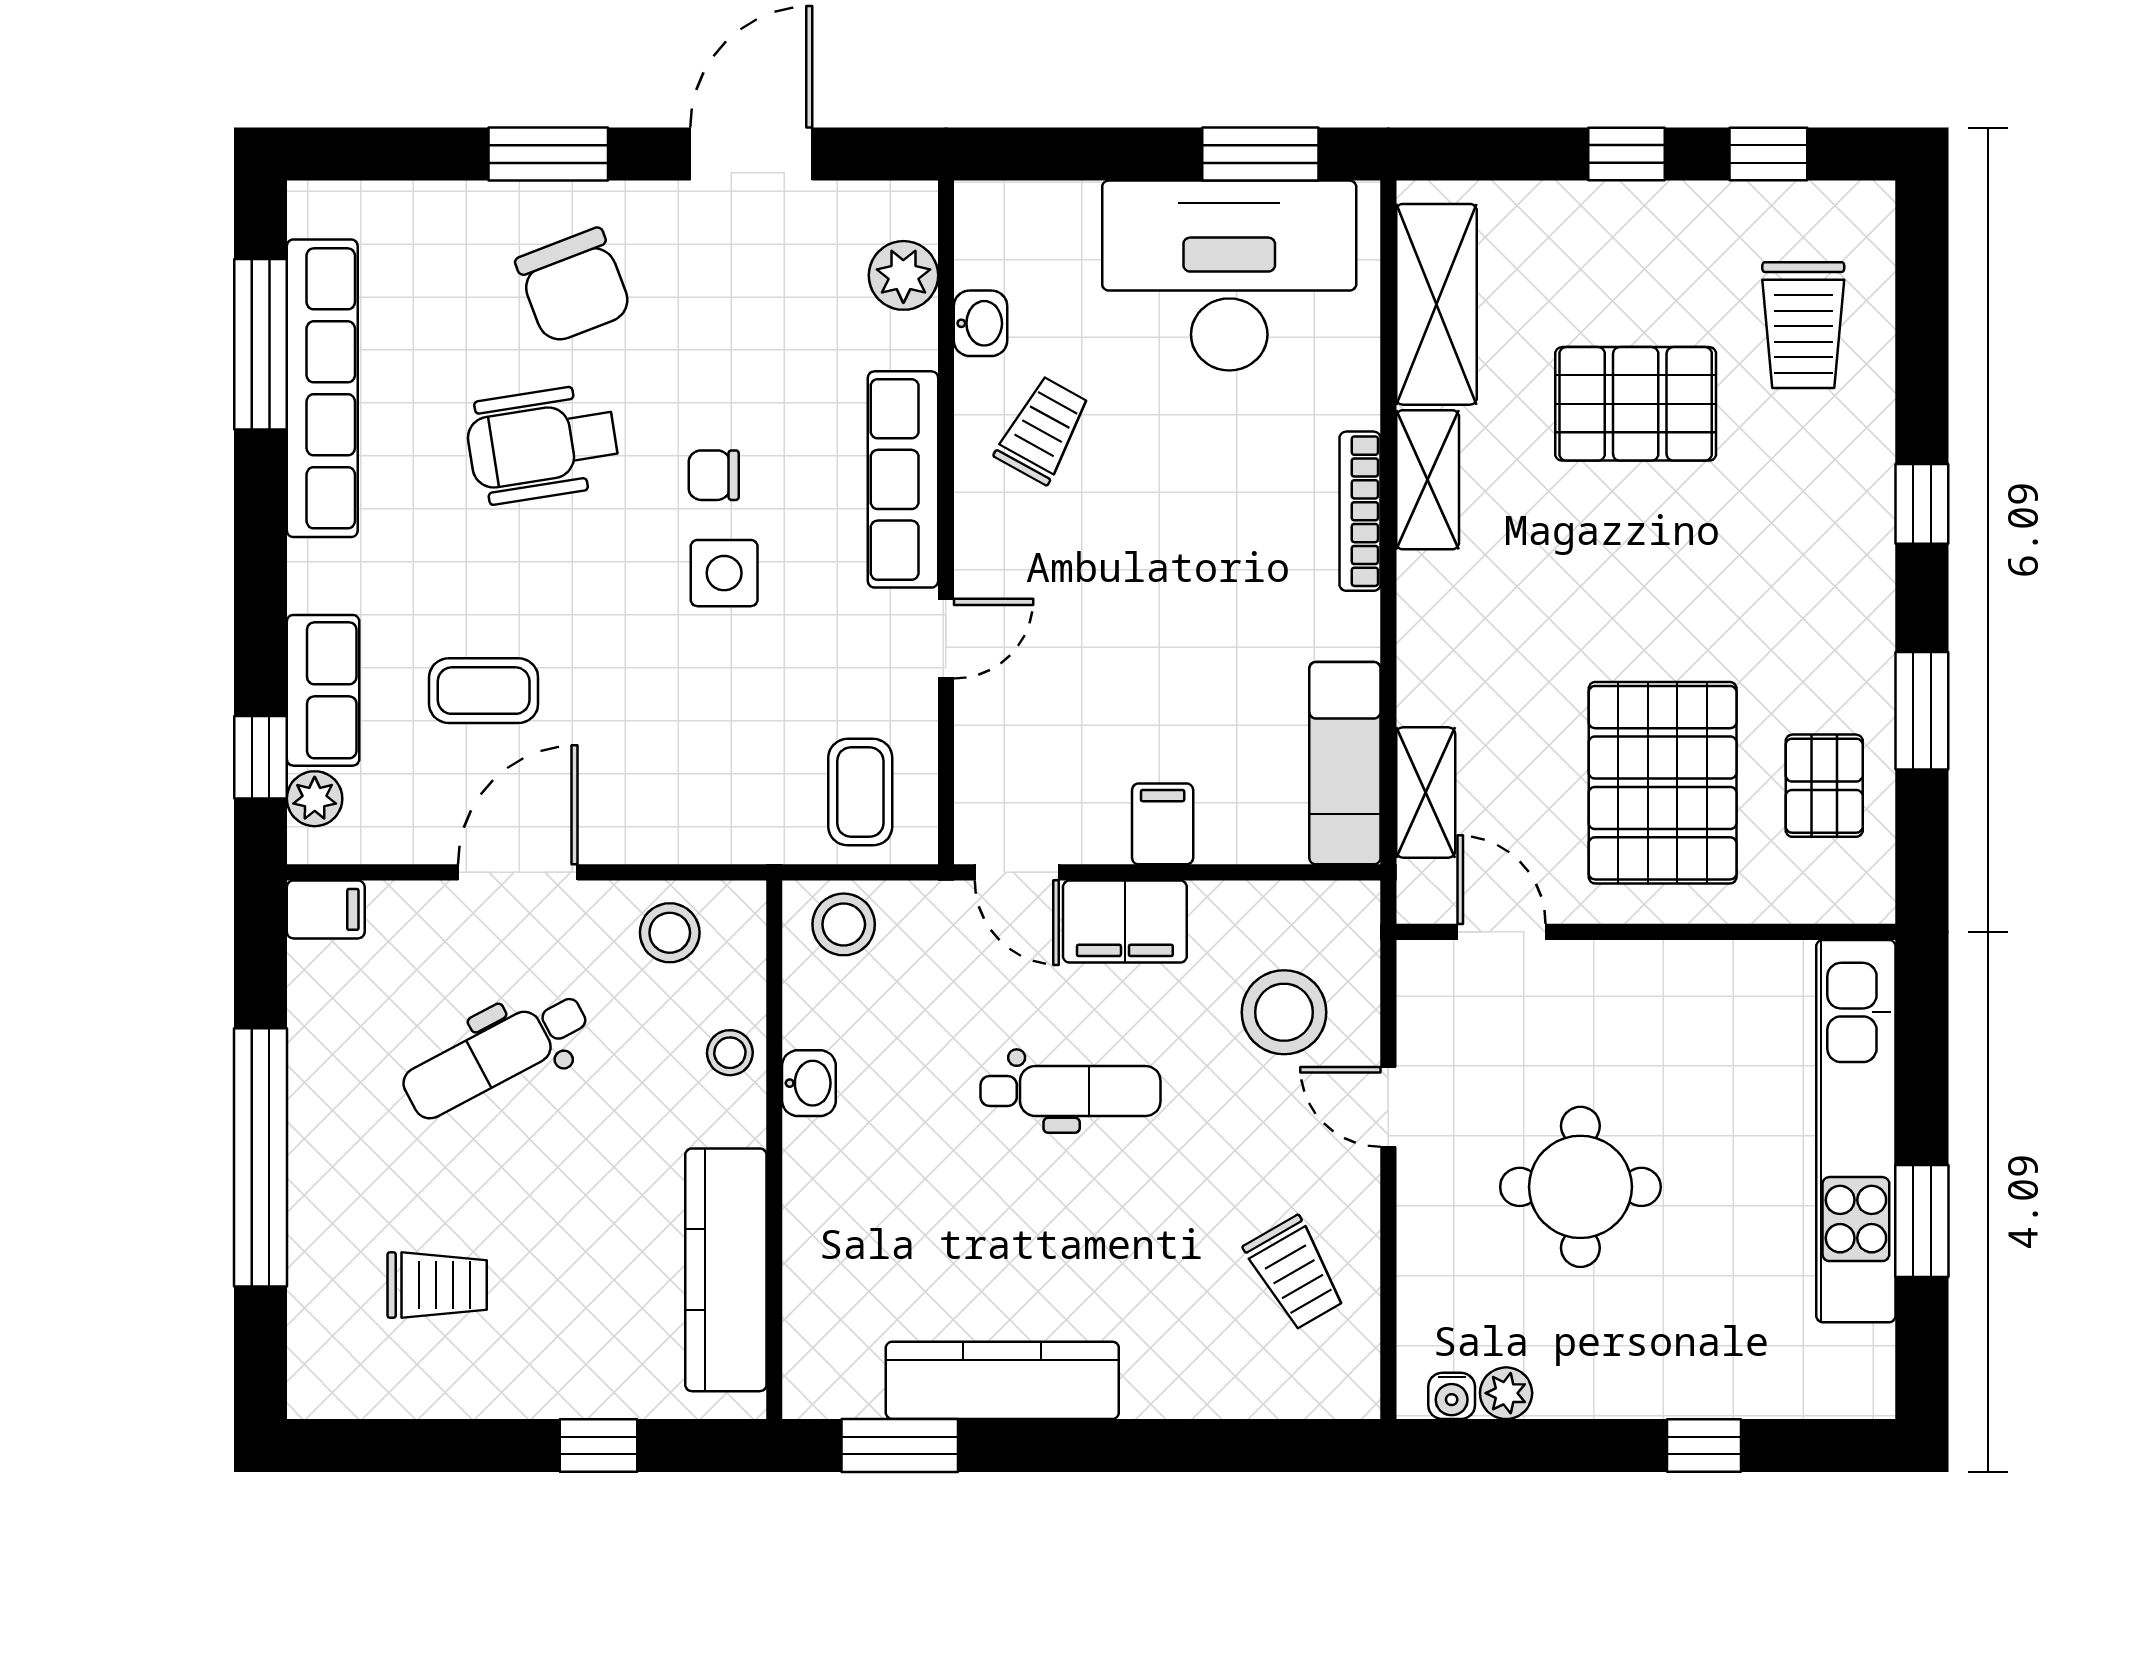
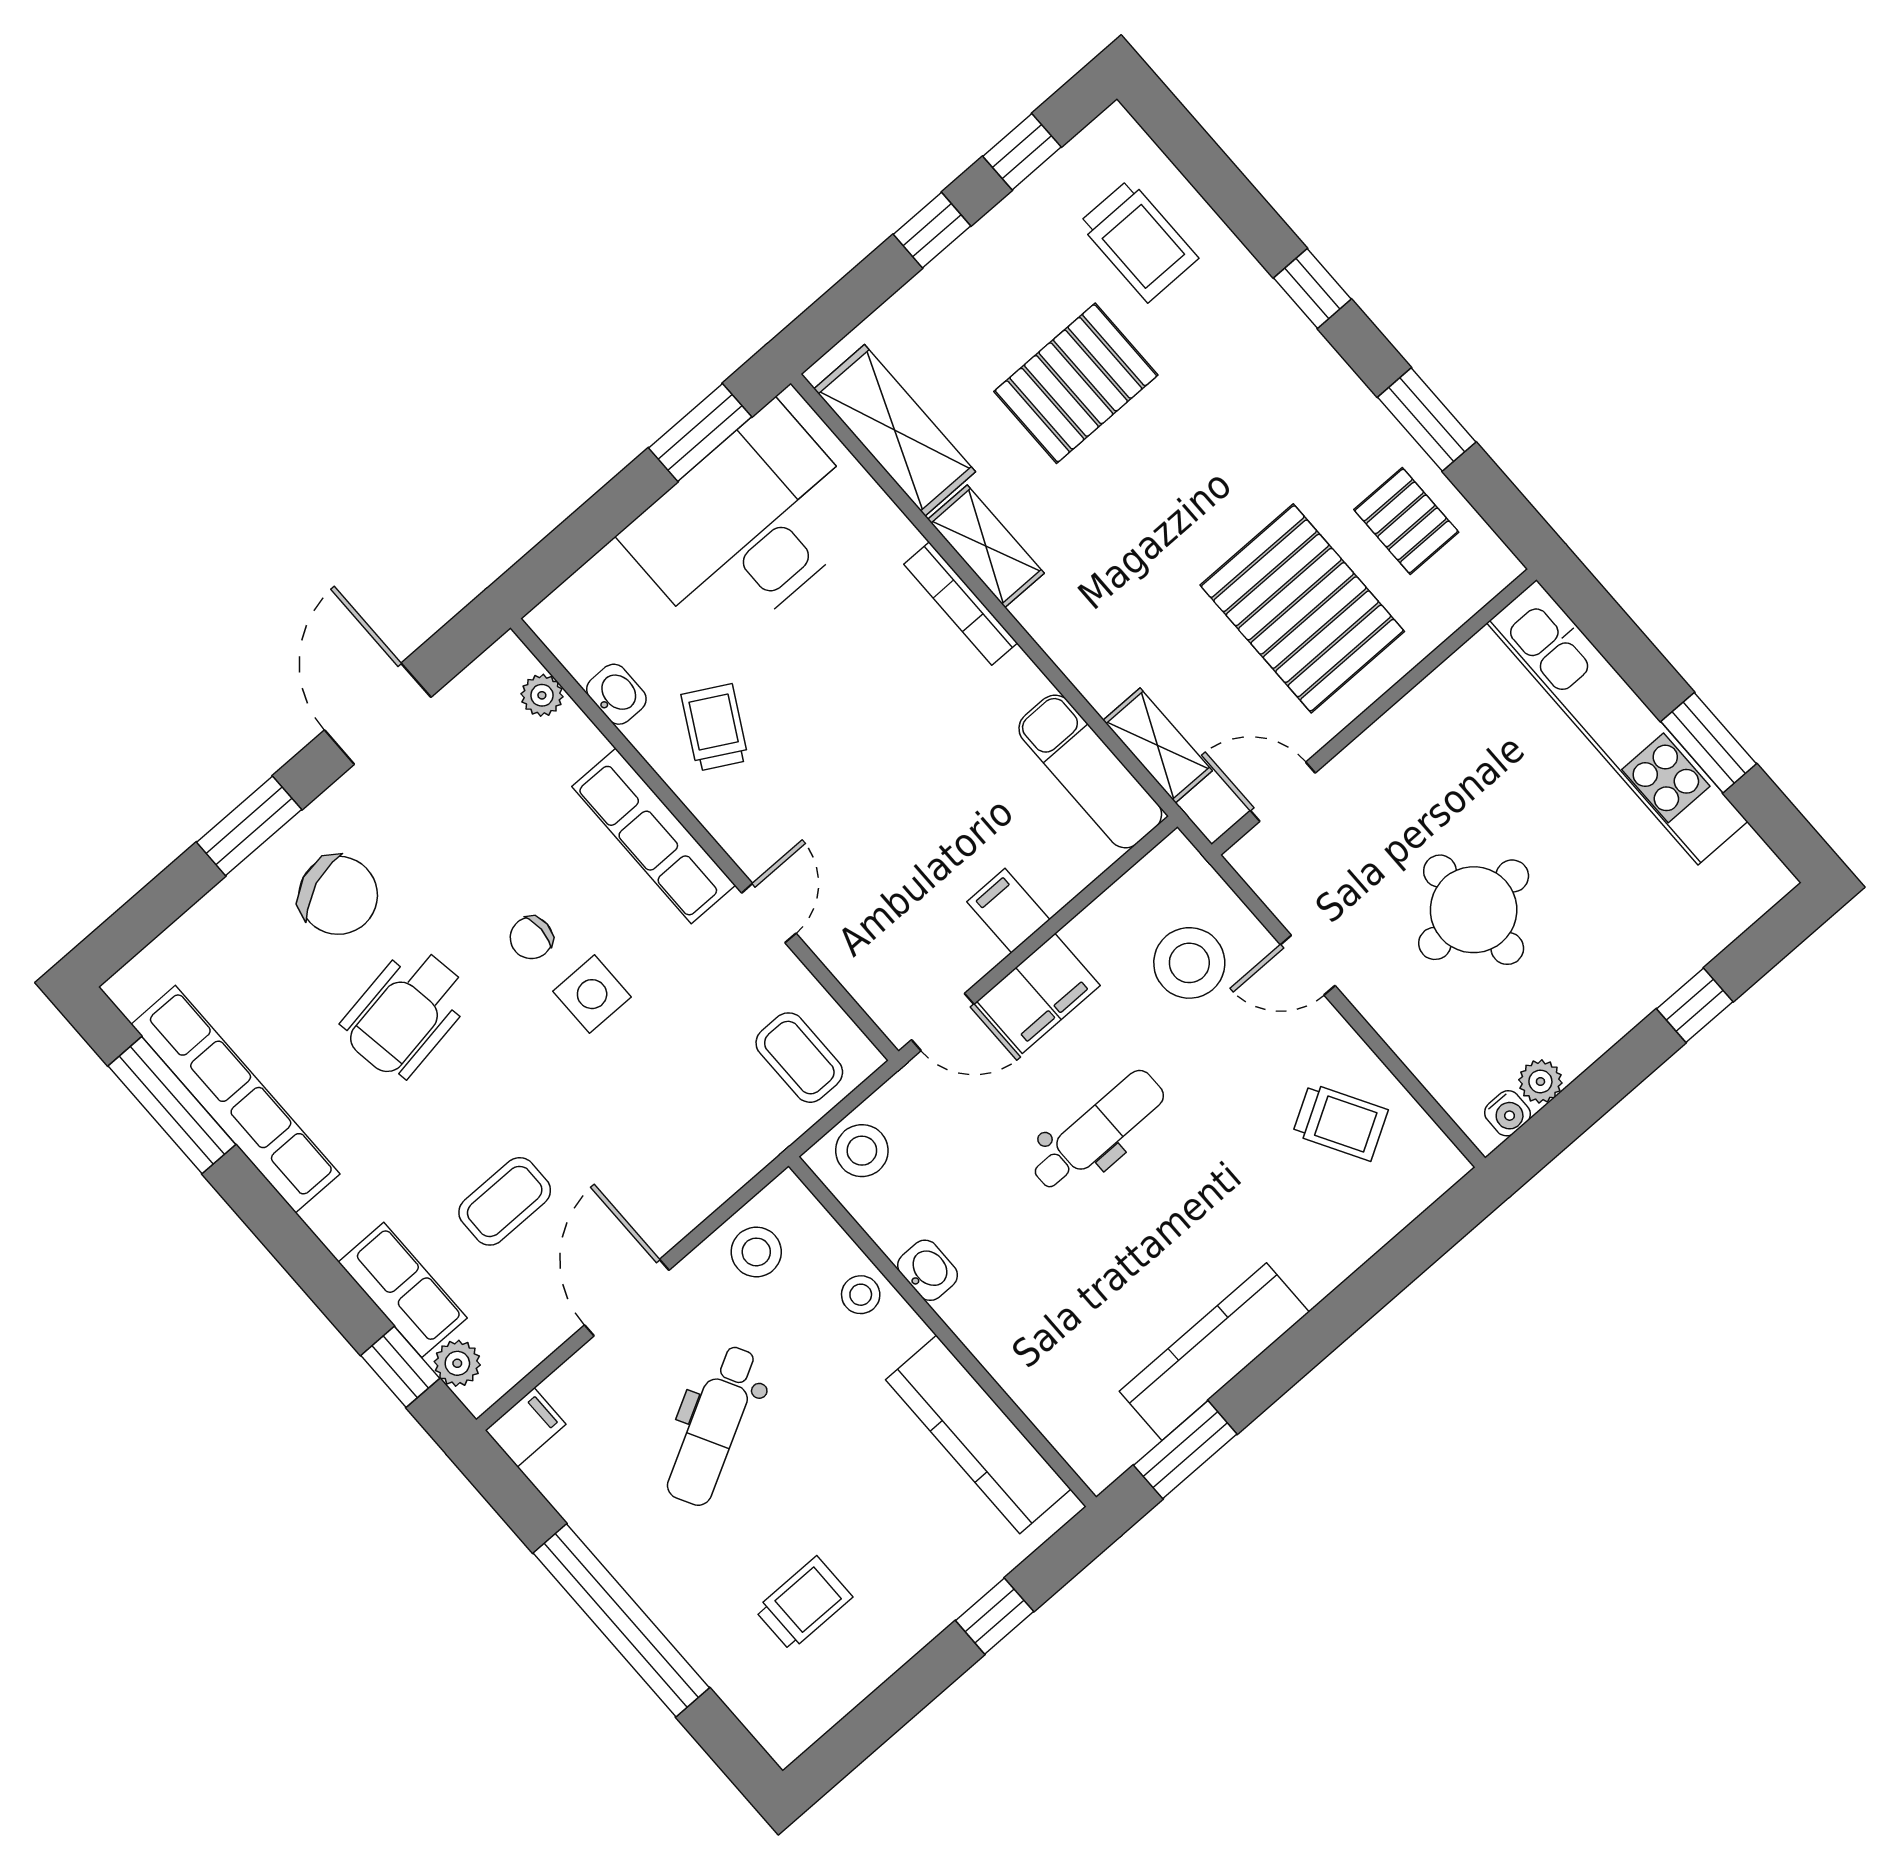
plant: (903, 275) -> (542, 695), width x0.73, depth x0.73

